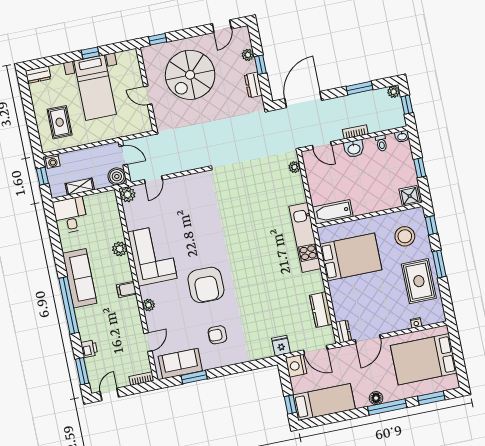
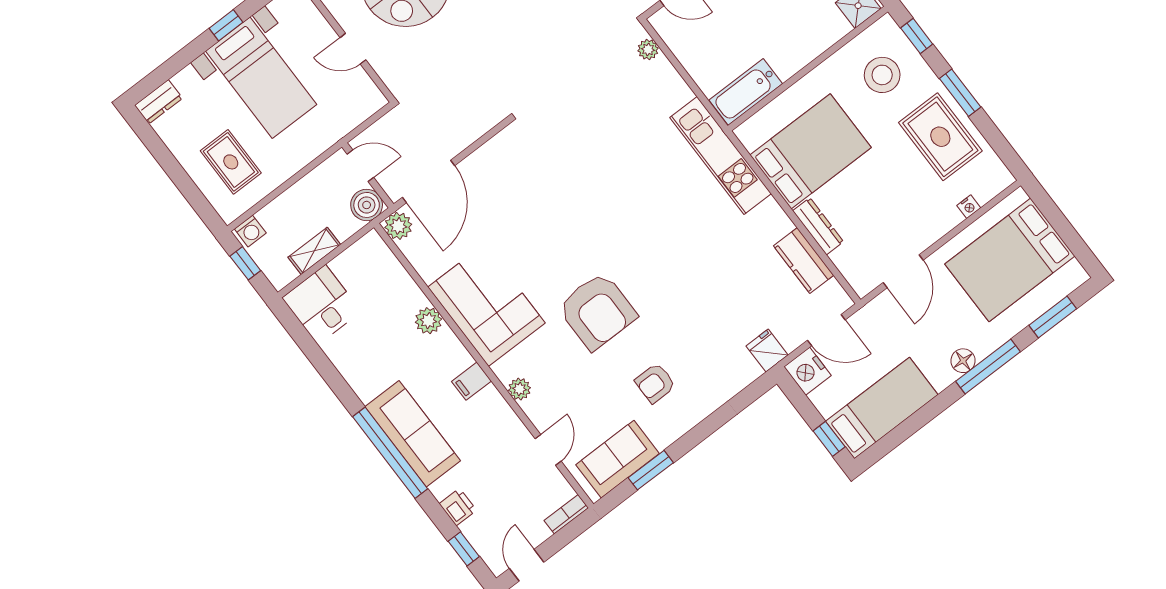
door: (153, 180) -> (428, 181), width x1.88
sofa: (80, 278) -> (413, 434), moved
dresser: (344, 331) -> (818, 226), moved, width x1.44
window: (82, 371) -> (464, 549), width x0.67

